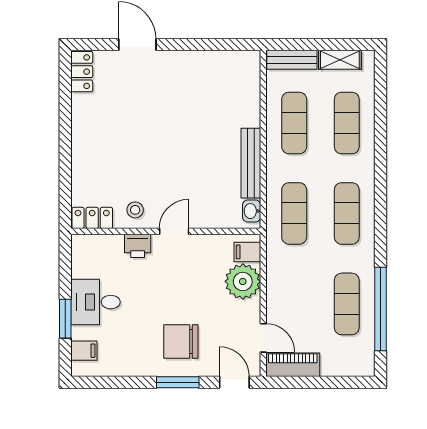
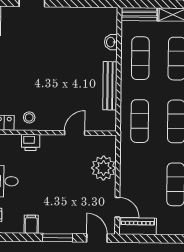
washbasin: (252, 211) -> (111, 42), moved
door: (174, 231) -> (75, 133), moved
filing cabinet: (247, 252) -> (31, 224), moved, turned 90
chair: (181, 341) -> (60, 209), removed

